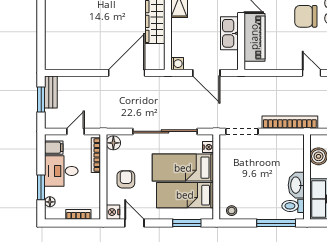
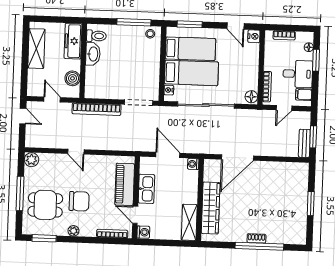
window: (41, 23) -> (311, 204), added
armchair: (126, 179) -> (242, 64), removed
window: (276, 223) -> (134, 22), moved

